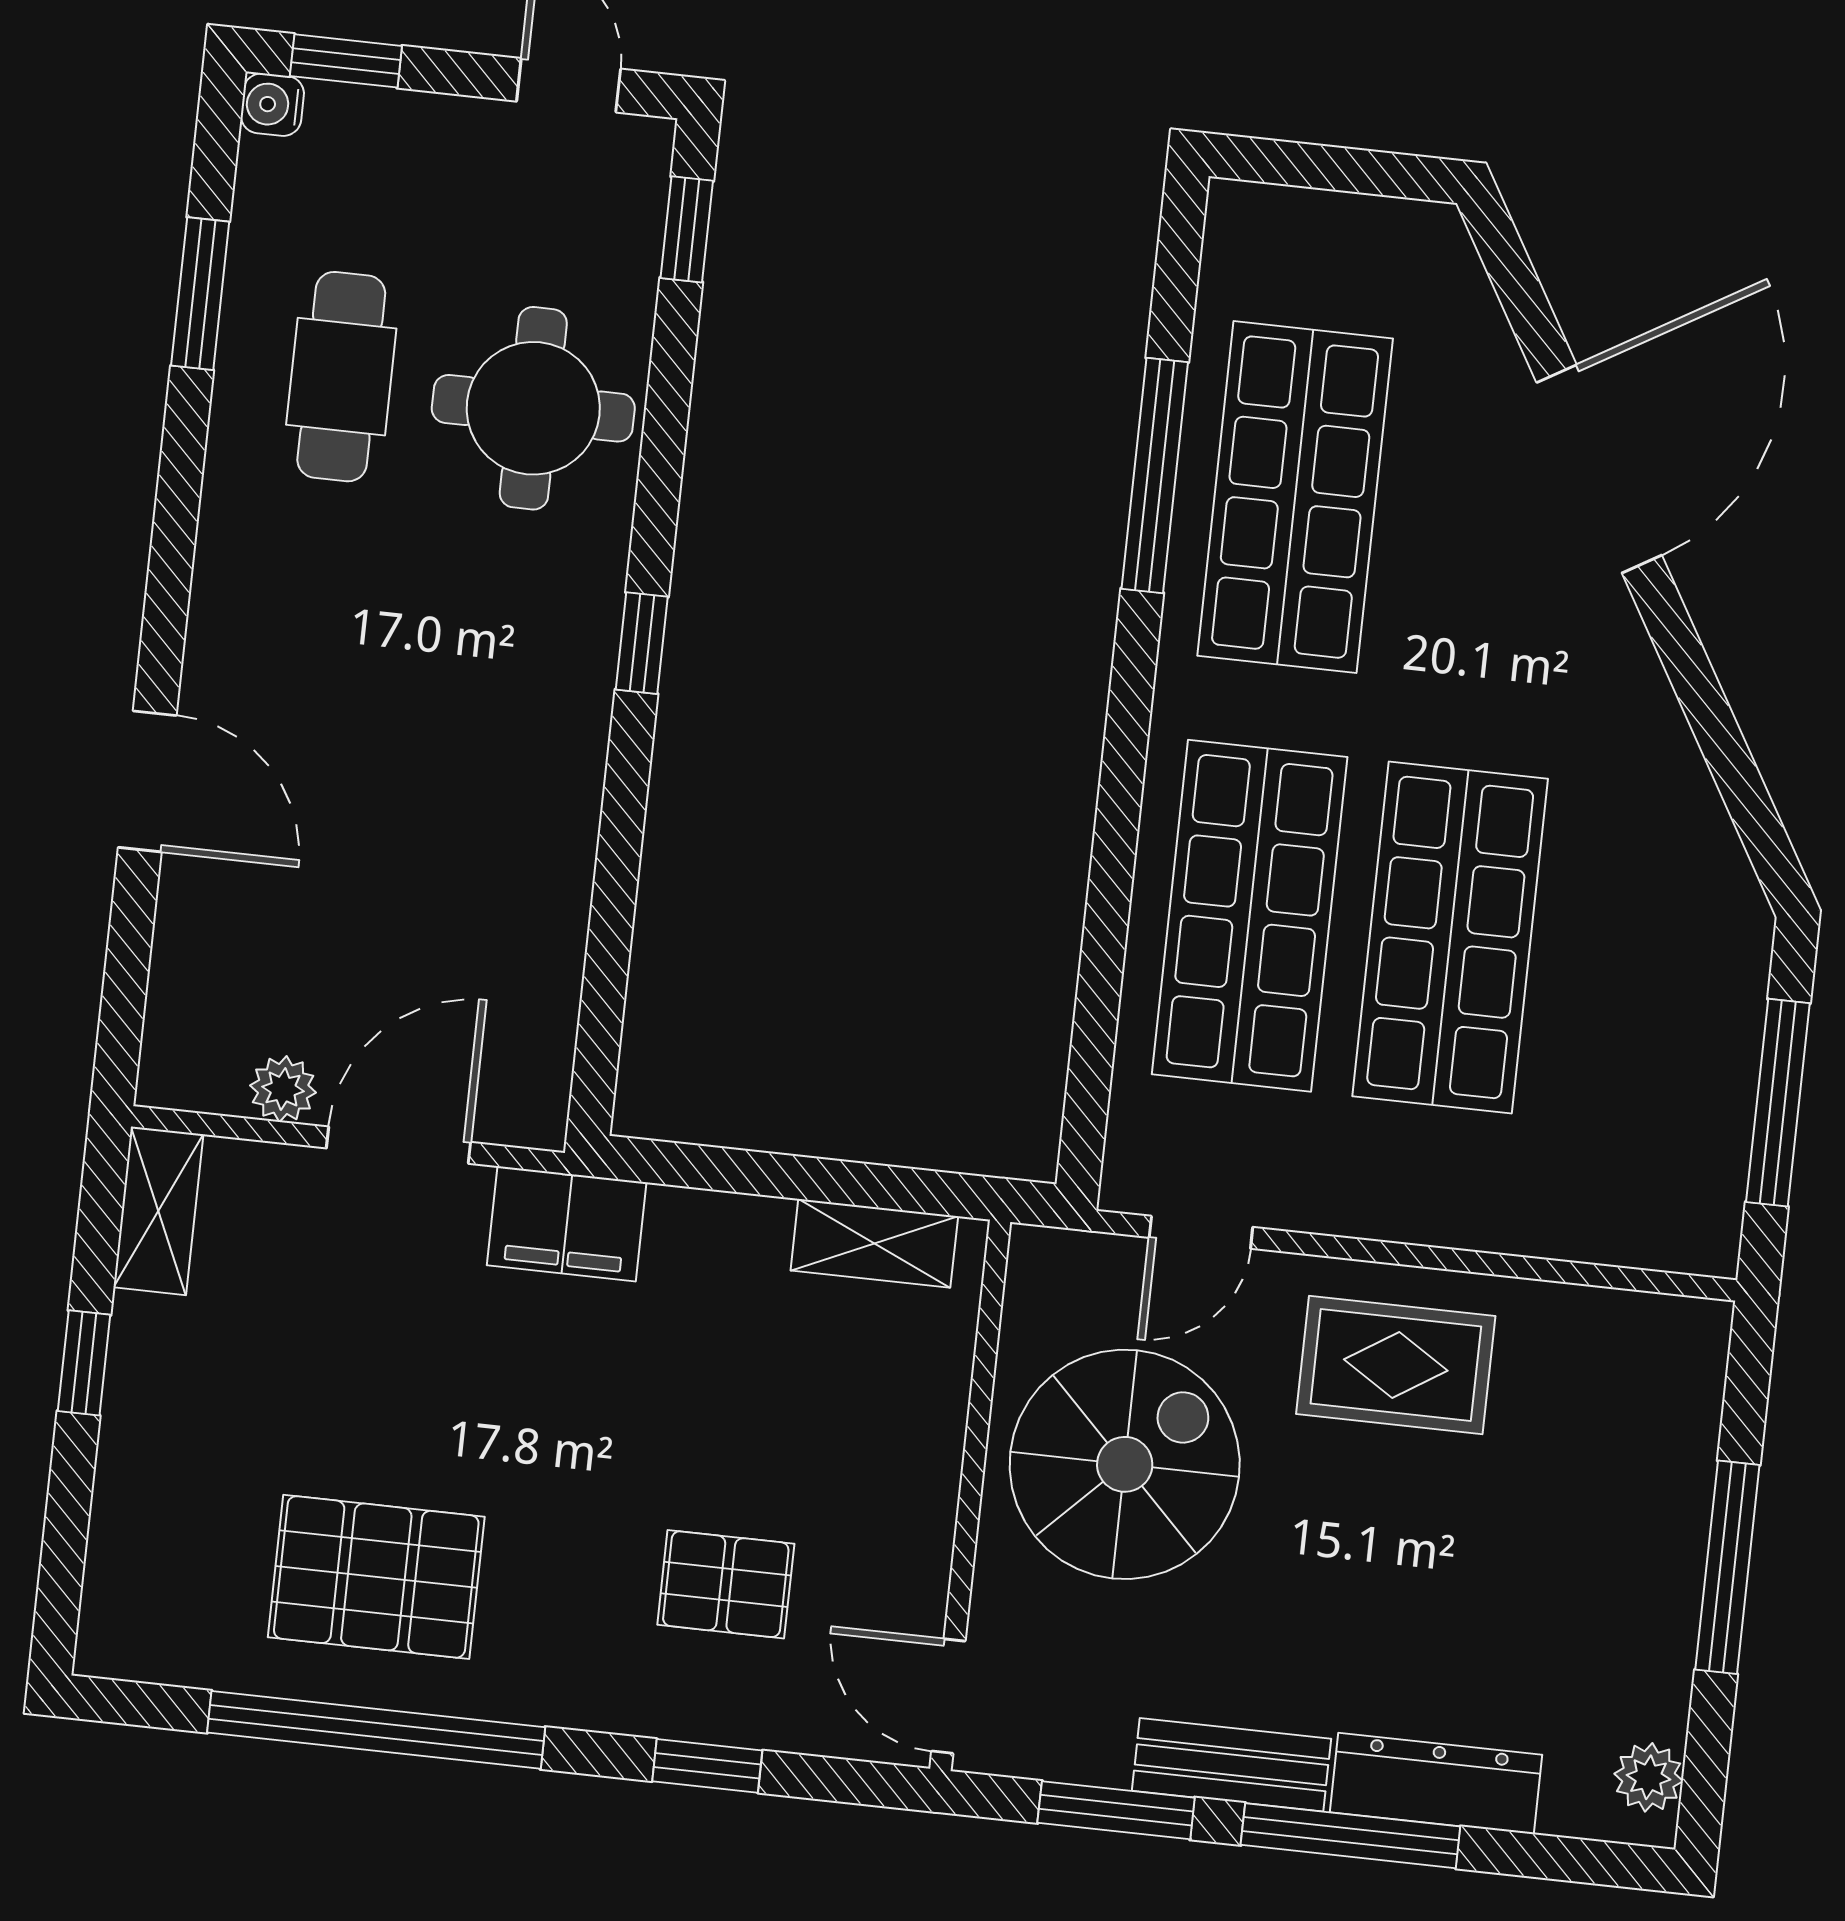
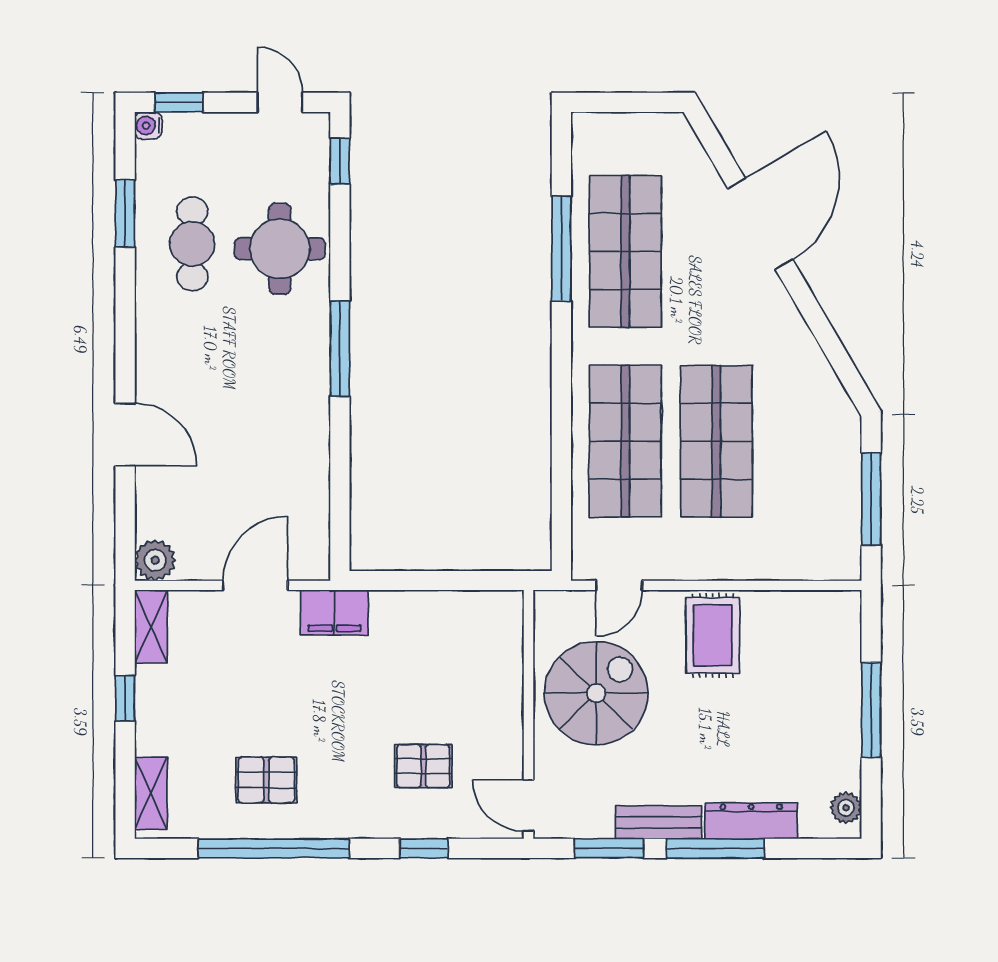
window: (642, 643) -> (340, 349), width x2.17
plant: (283, 1089) -> (155, 560), moved, width x1.38, depth x1.38
shelving: (874, 1243) -> (151, 793), moved, turned 90
rug: (1396, 1365) -> (713, 635), turned 90
pallet: (376, 1577) -> (266, 780), width x0.67, depth x0.71

